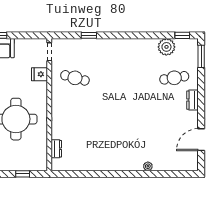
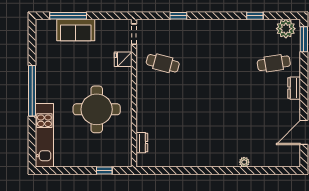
window: (182, 35) -> (255, 16), moved
plant: (166, 47) -> (286, 29), moved

